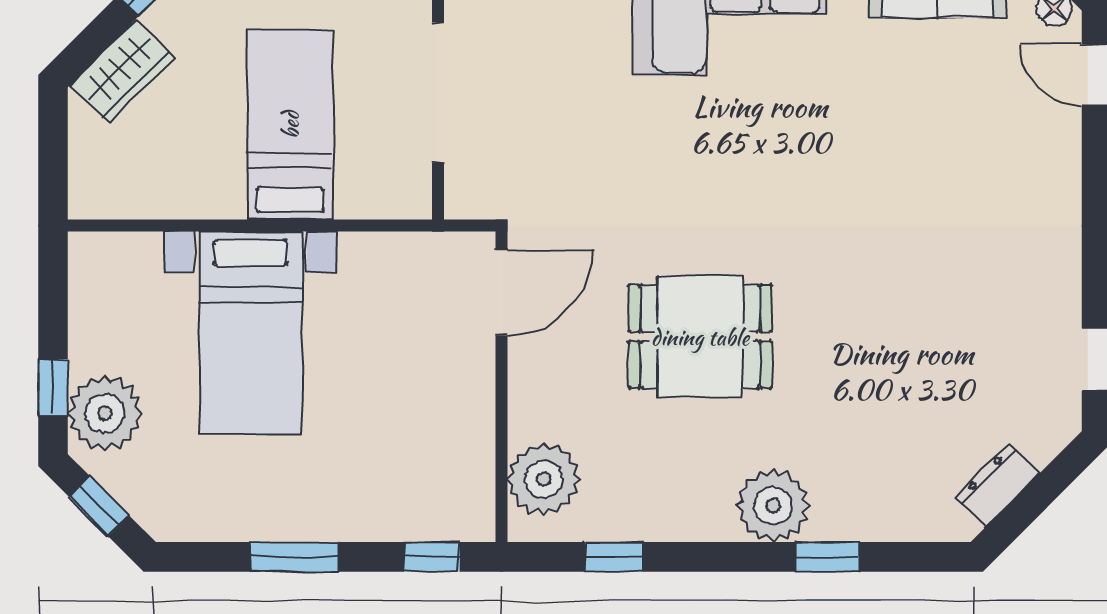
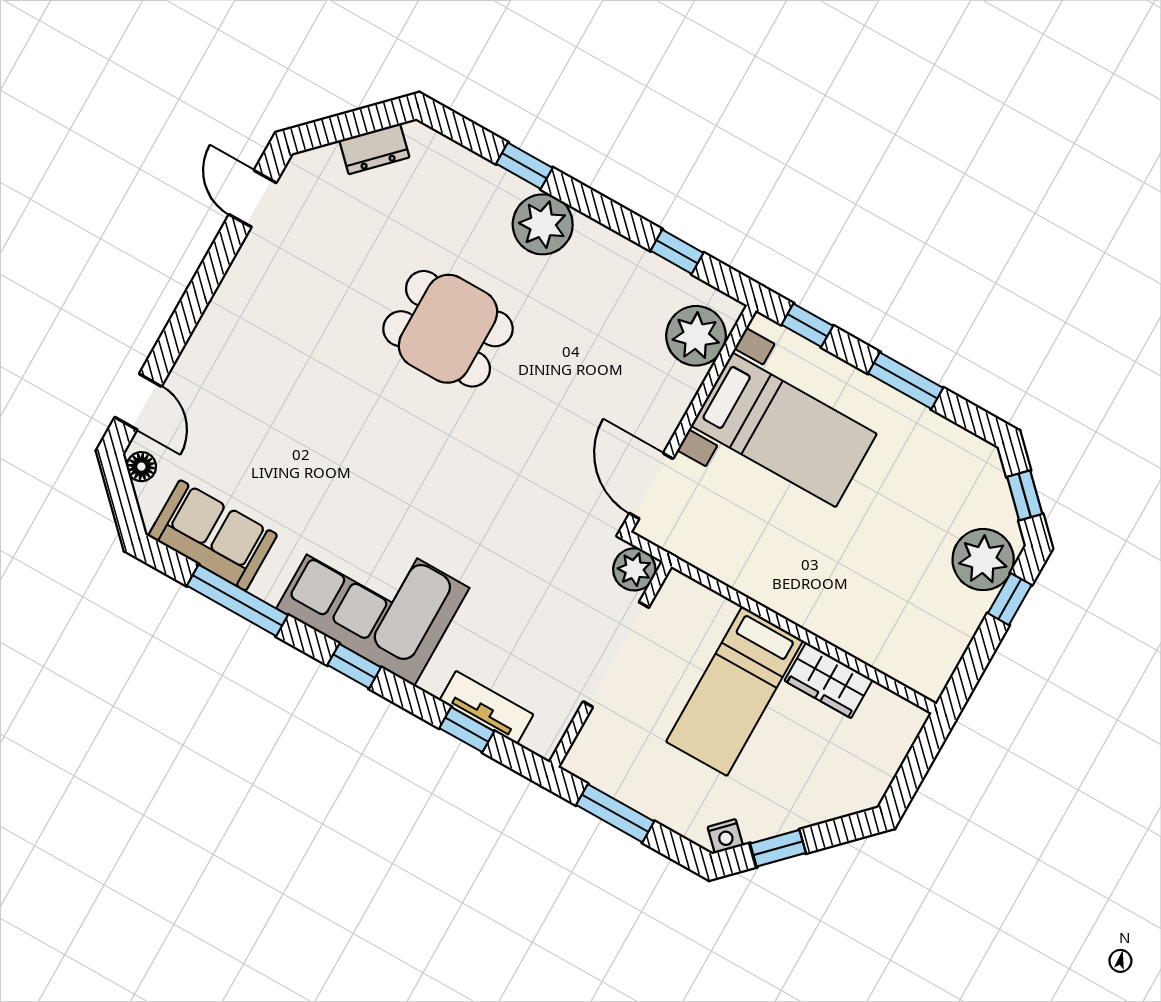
wardrobe: (122, 71) -> (829, 680), moved, turned -135
plant: (469, 194) -> (634, 569), added
door: (501, 293) -> (651, 486), hinge flipped
bed with nightstands: (250, 333) -> (784, 430), moved, turned 90
dining table: (700, 337) -> (448, 329), moved

